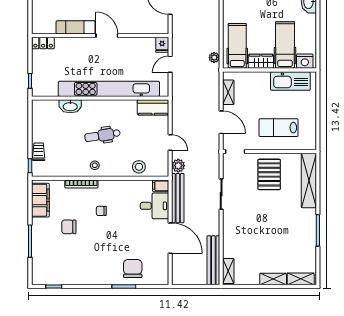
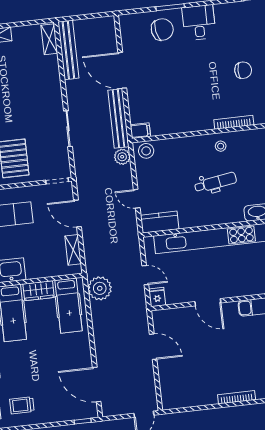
door: (107, 36) -> (208, 302), moved
plant: (214, 57) -> (100, 288), width x1.88, depth x1.88
door: (170, 64) -> (145, 275), hinge flipped
door: (170, 143) -> (137, 199), moved
stool: (139, 167) -> (146, 151), moved
desk: (154, 206) -> (199, 23), moved, turned 90
chair: (101, 211) -> (207, 93), removed
chair: (133, 269) -> (162, 29), turned -101

